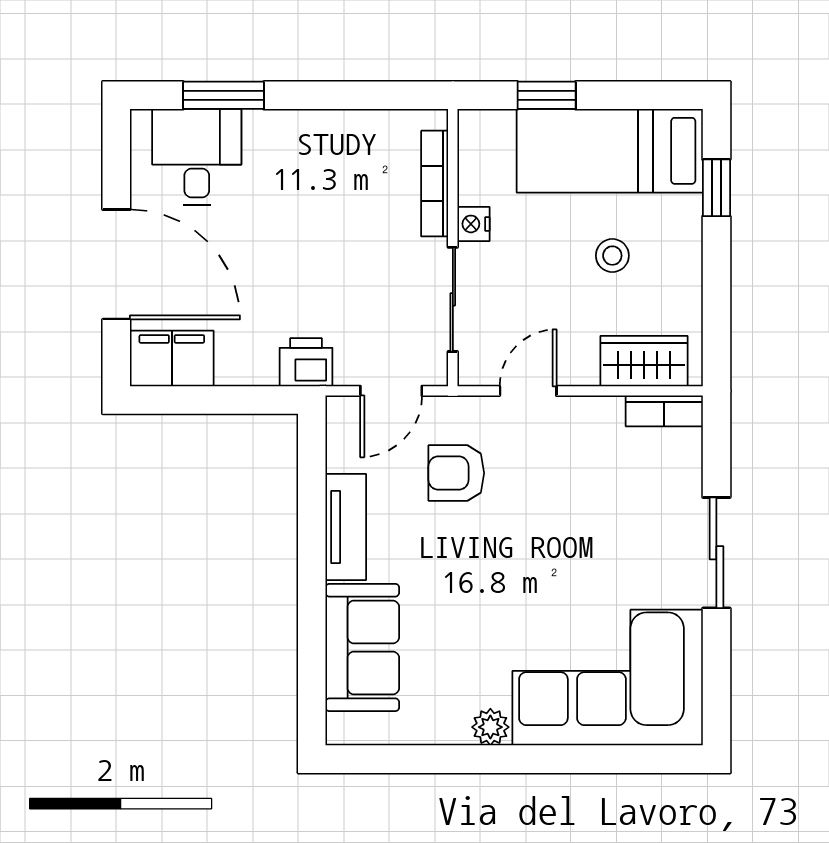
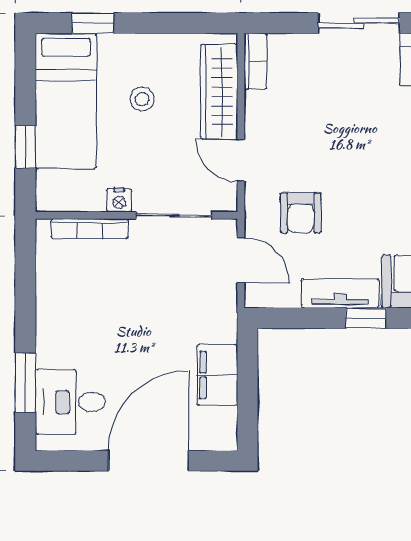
filing cabinet: (172, 358) -> (217, 375), moved
wardrobe: (644, 361) -> (219, 92), width x1.50
printer: (306, 362) -> (220, 322), removed
window: (312, 562) -> (366, 318), added

